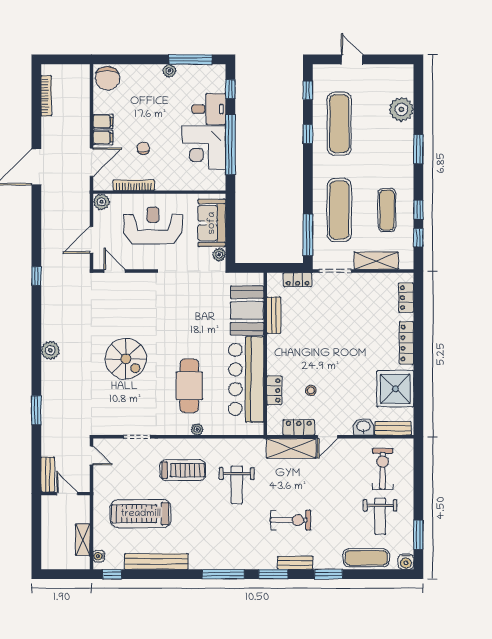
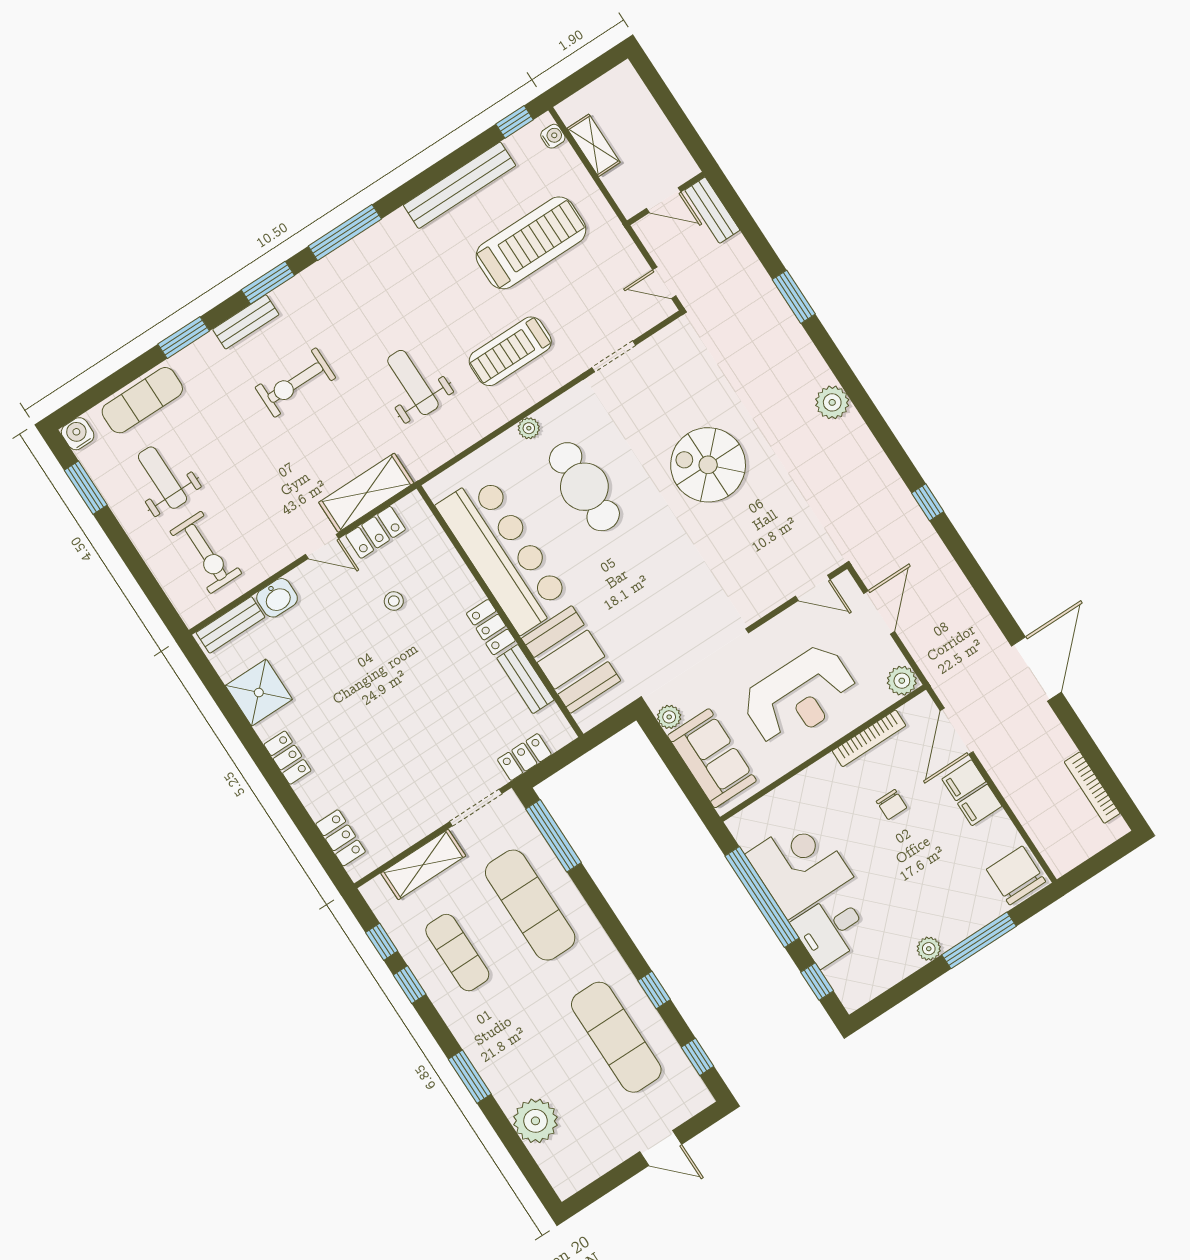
window: (191, 59) -> (979, 940), moved
locker: (407, 343) -> (287, 758), width x0.66
shower: (395, 389) -> (259, 693), width x0.73, depth x0.73
locker: (274, 390) -> (491, 627), moved
door: (327, 437) -> (322, 547), swing flipped

